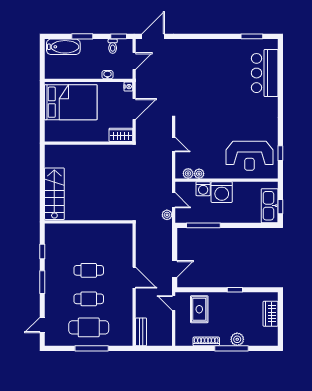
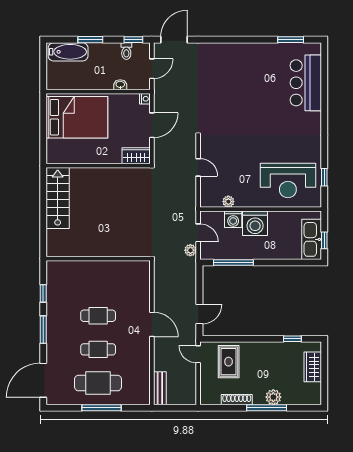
plant: (188, 173) -> (215, 201), removed
stairs: (54, 194) -> (58, 198), moved
window: (235, 290) -> (292, 339), moved
door: (42, 325) -> (43, 380), width x1.88

